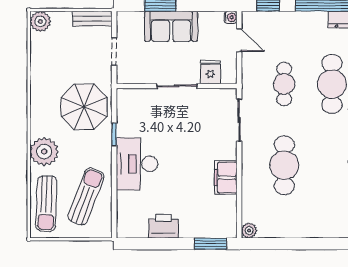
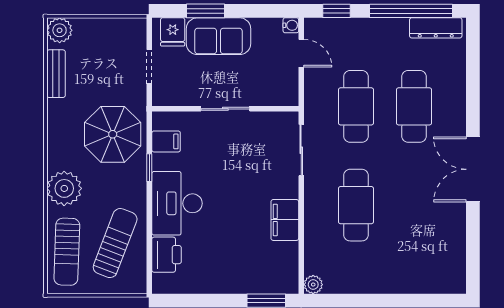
bench: (92, 19) -> (56, 74), moved, turned 90
fridge: (210, 72) -> (173, 32), moved, turned 180
cafe table: (284, 84) -> (356, 106), width x1.37, depth x1.35
filing cabinet: (128, 113) -> (166, 141), added
printer: (163, 226) -> (167, 255), moved, turned 90

